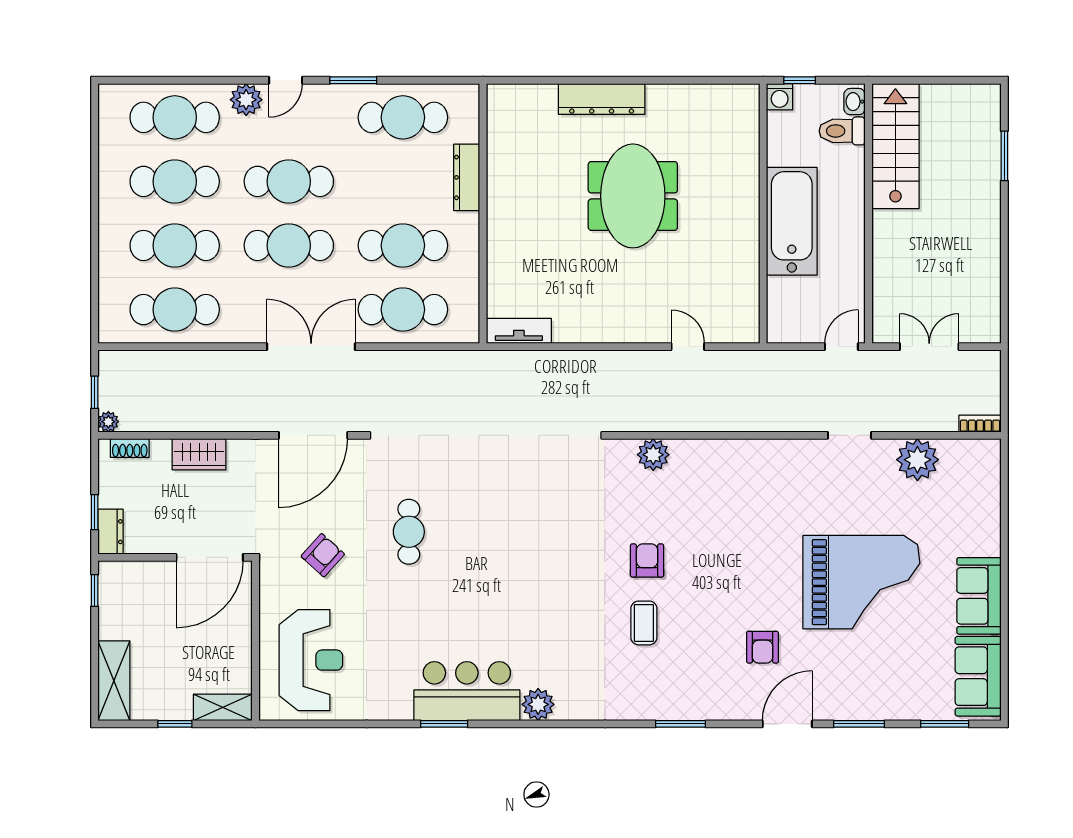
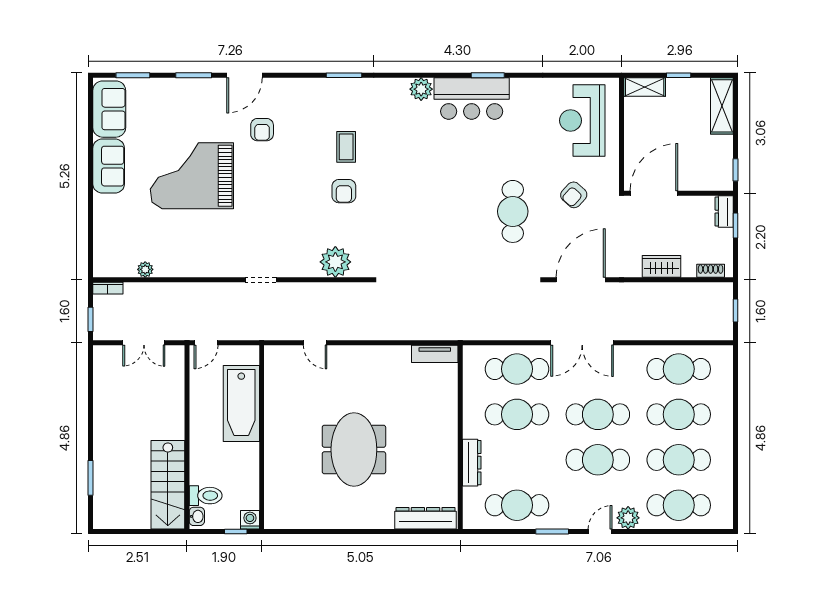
dresser: (602, 99) -> (426, 518), moved
bathtub: (792, 221) -> (241, 404), moved
window: (1004, 380) -> (91, 319), added
plant: (108, 422) -> (726, 289), removed
doorway: (850, 435) -> (261, 280), moved
plant: (653, 455) -> (335, 262), width x1.36, depth x1.36
plant: (917, 460) -> (145, 269), width x0.53, depth x0.53
cafe table: (409, 532) -> (513, 211), width x1.37, depth x1.35
armchair: (763, 647) -> (262, 130), turned 180
window: (680, 724) -> (344, 75), moved

